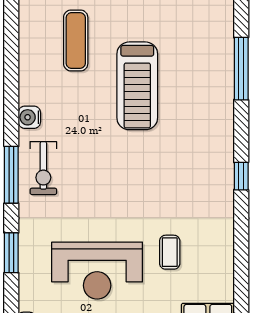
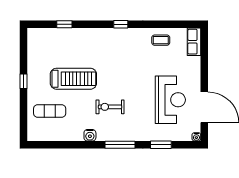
window: (241, 69) -> (64, 24), width x0.46
exercise bike: (43, 168) -> (110, 107), moved, turned 180
coffee table: (170, 252) -> (161, 40), moved

